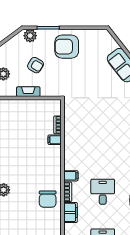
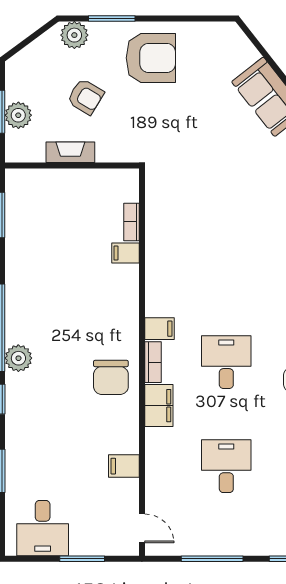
armchair: (67, 47) -> (151, 58), turned 180

